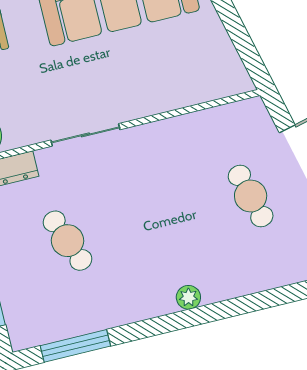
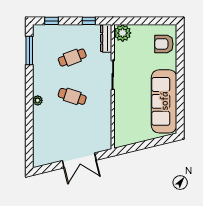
cafe table: (251, 196) -> (72, 96), moved, turned 33

